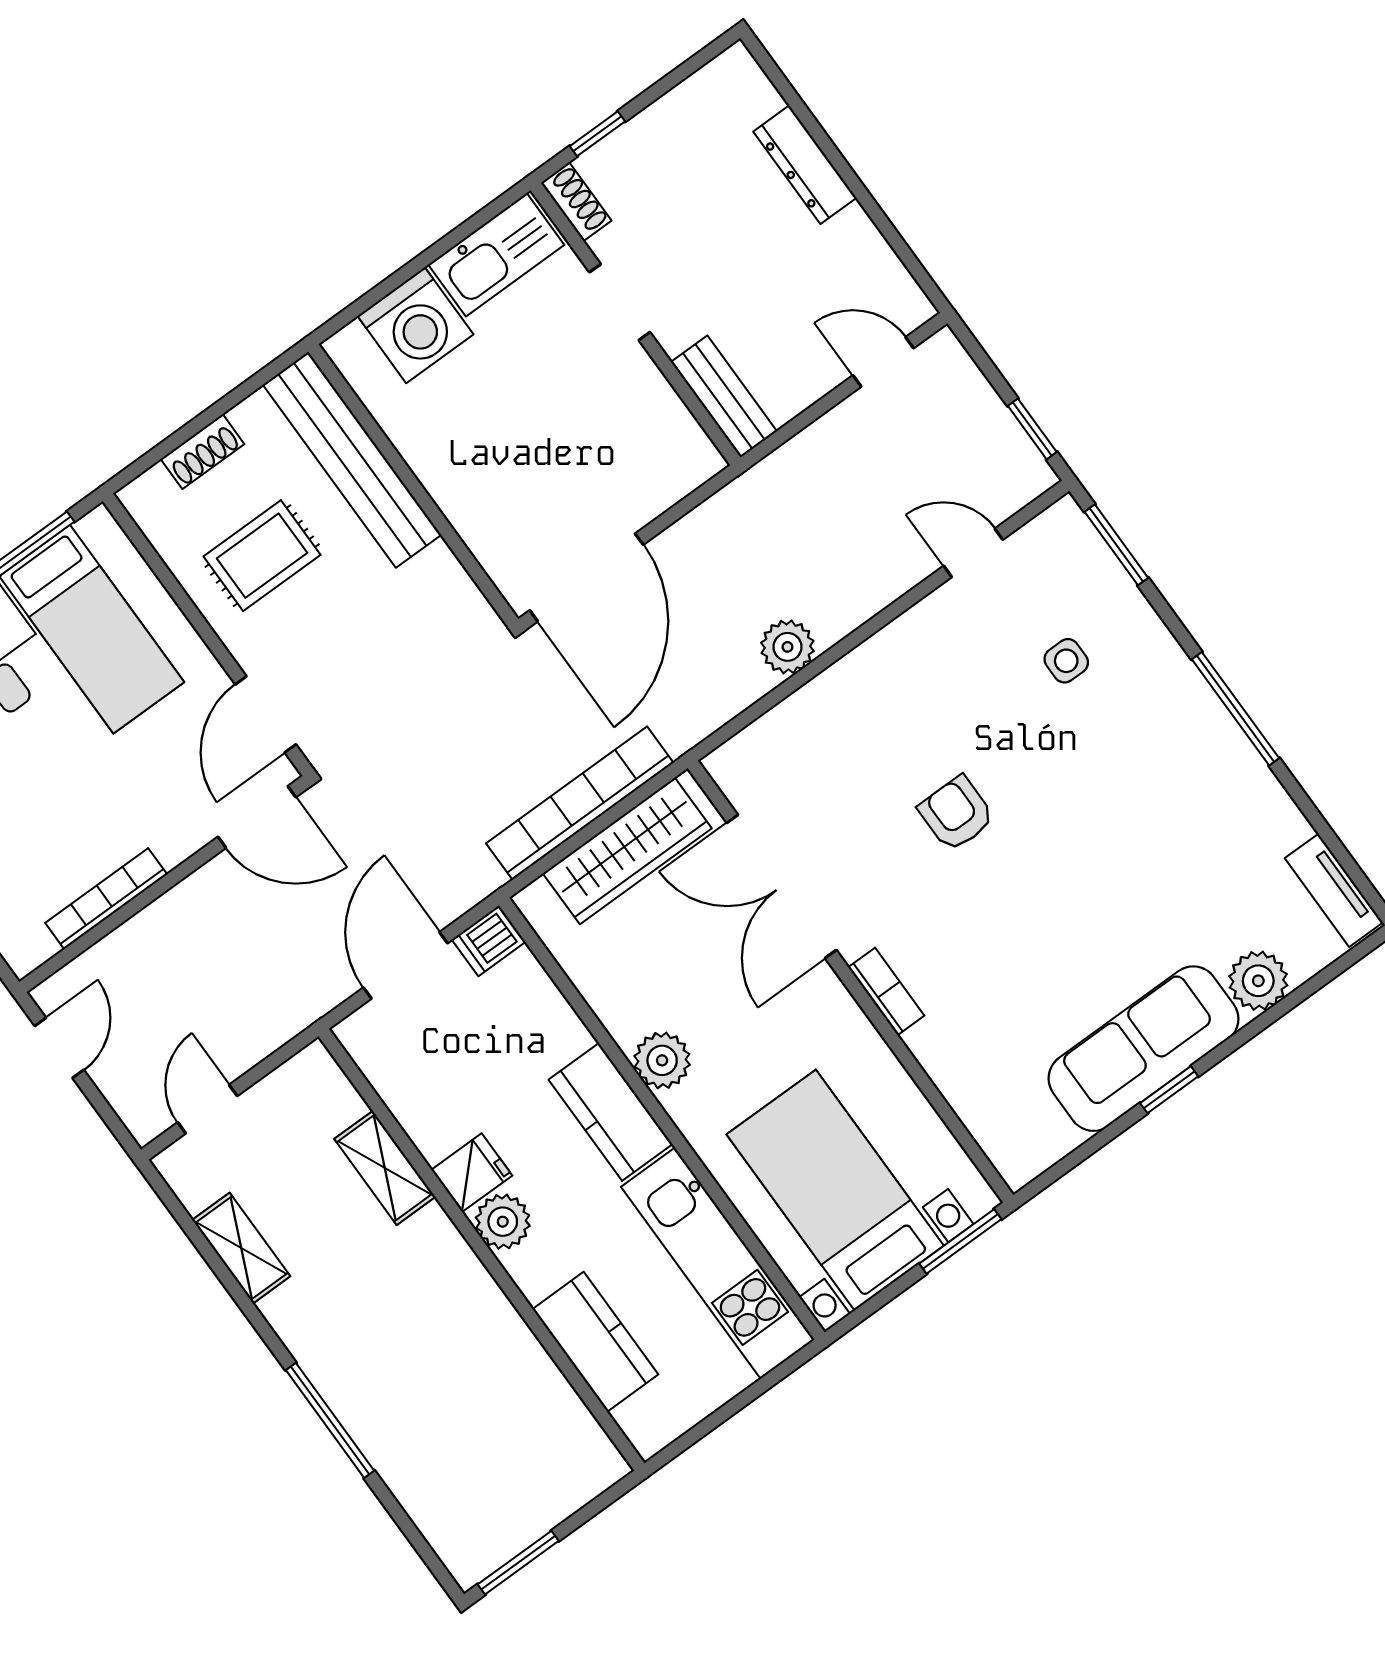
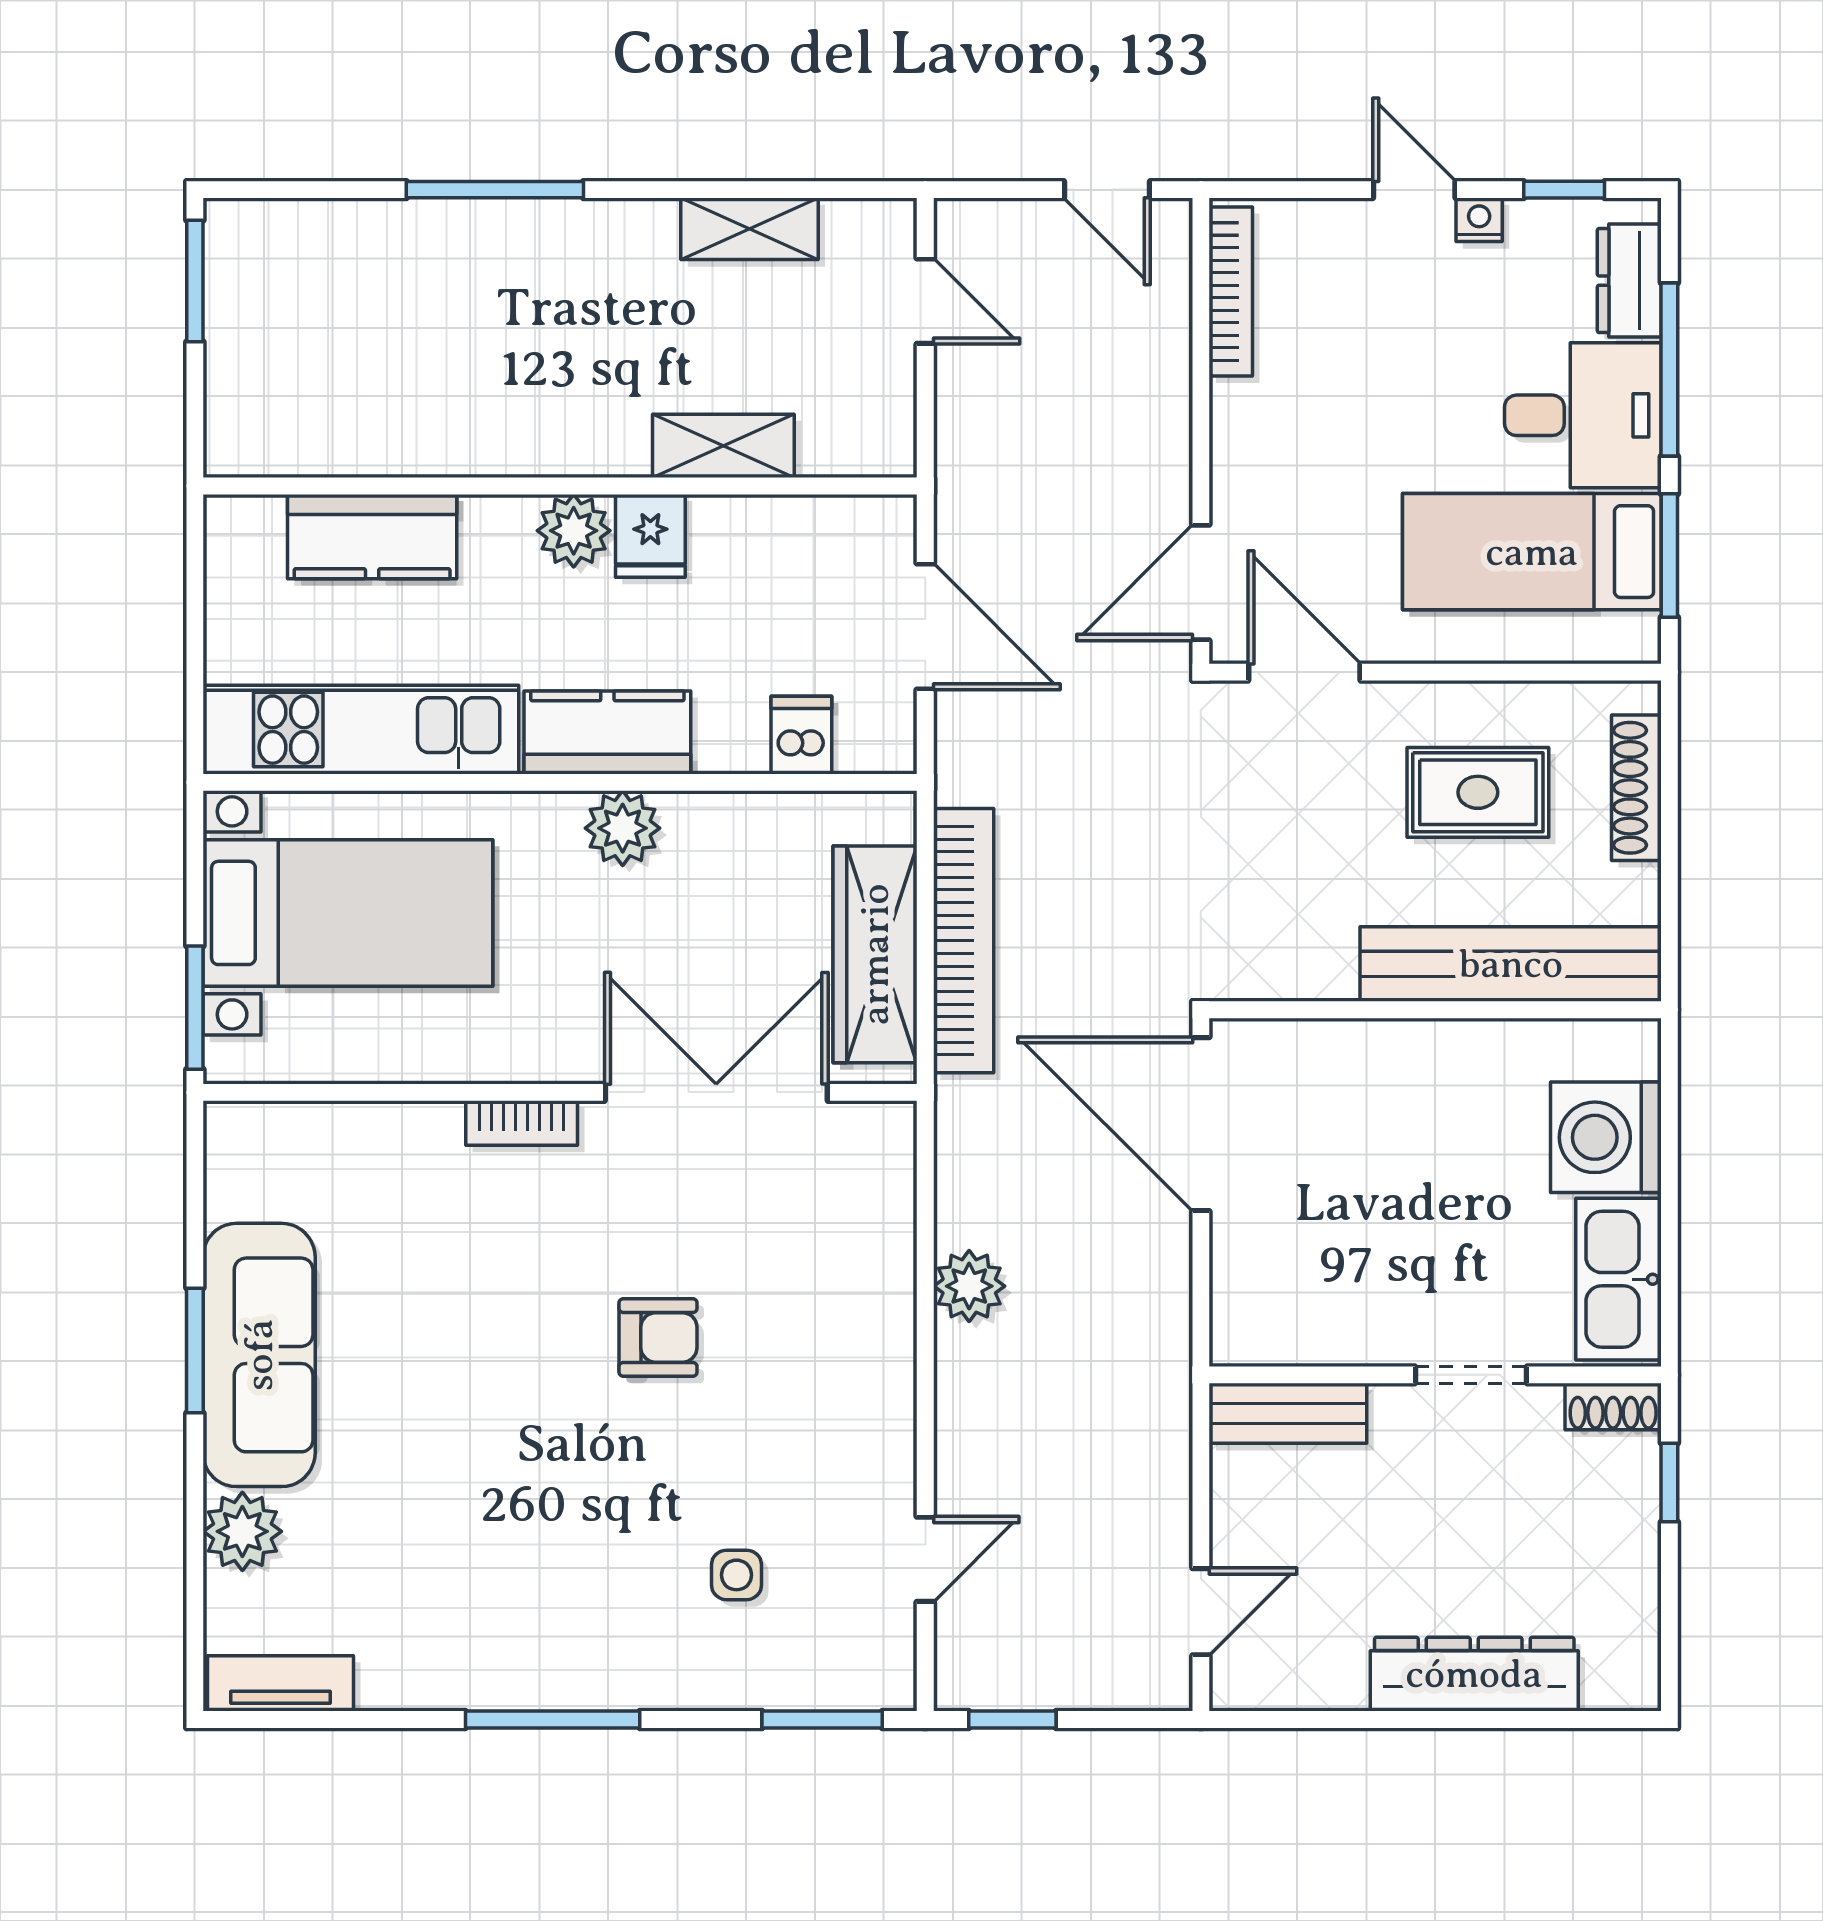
dresser: (805, 165) -> (1474, 1674), width x1.37, depth x1.24
shoe rack: (202, 451) -> (1636, 788), width x1.43
rug: (262, 556) -> (1478, 792), turned 90
bookcase: (106, 899) -> (1231, 291), moved
dishwasher: (489, 941) -> (801, 735), moved
window: (1169, 1090) -> (195, 1351), width x1.50

